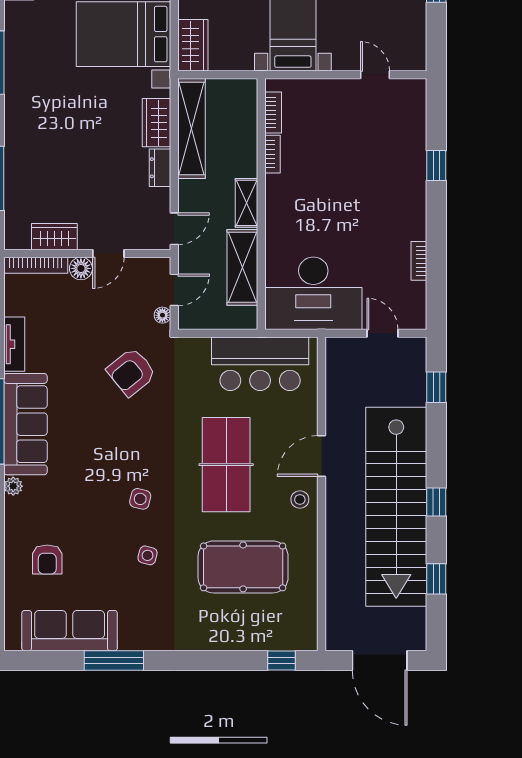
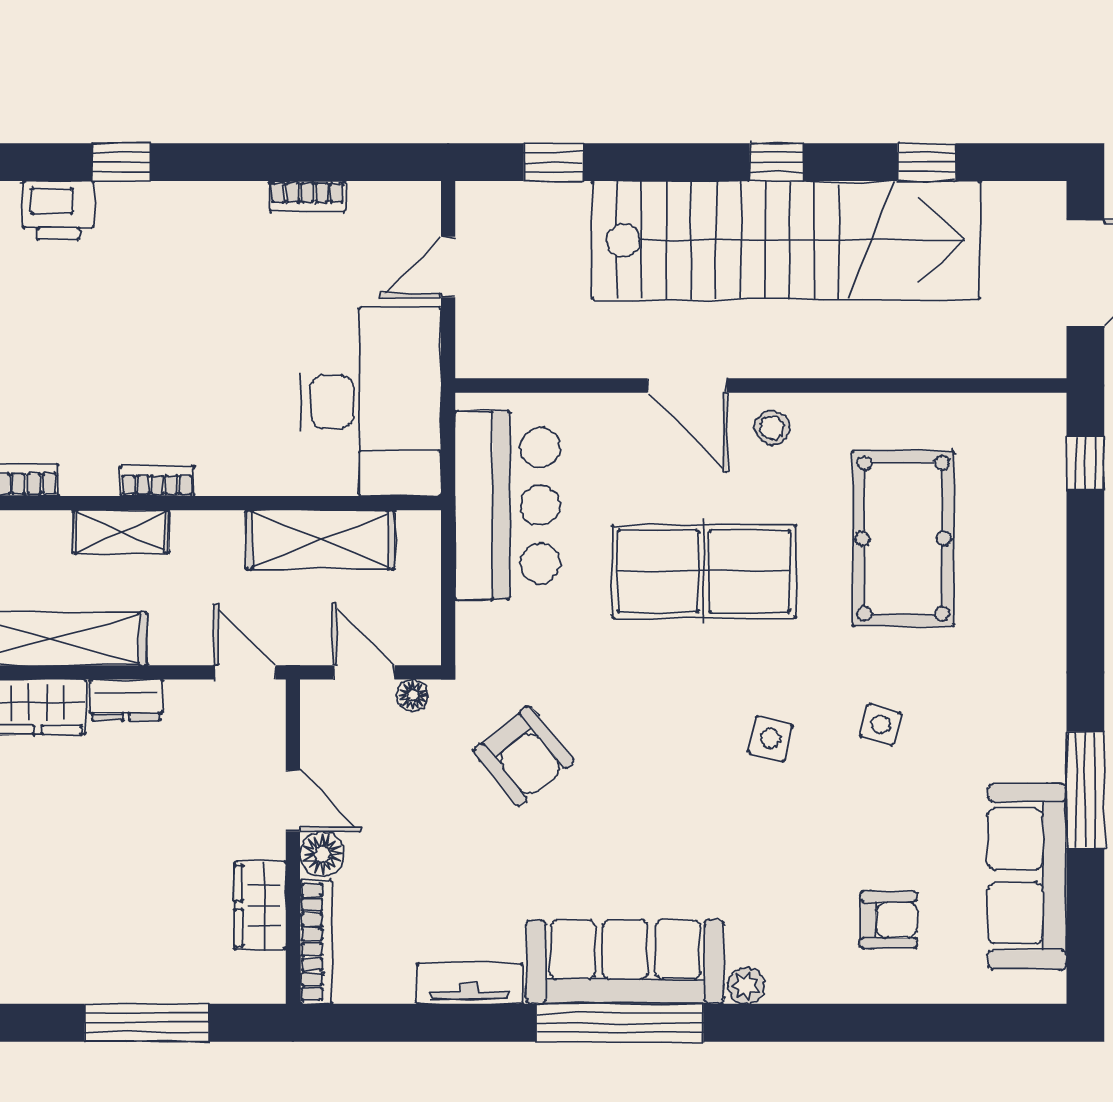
printer: (412, 133) -> (58, 210), added
bookcase: (272, 154) -> (157, 481), moved
shelving: (247, 203) -> (121, 532), moved

